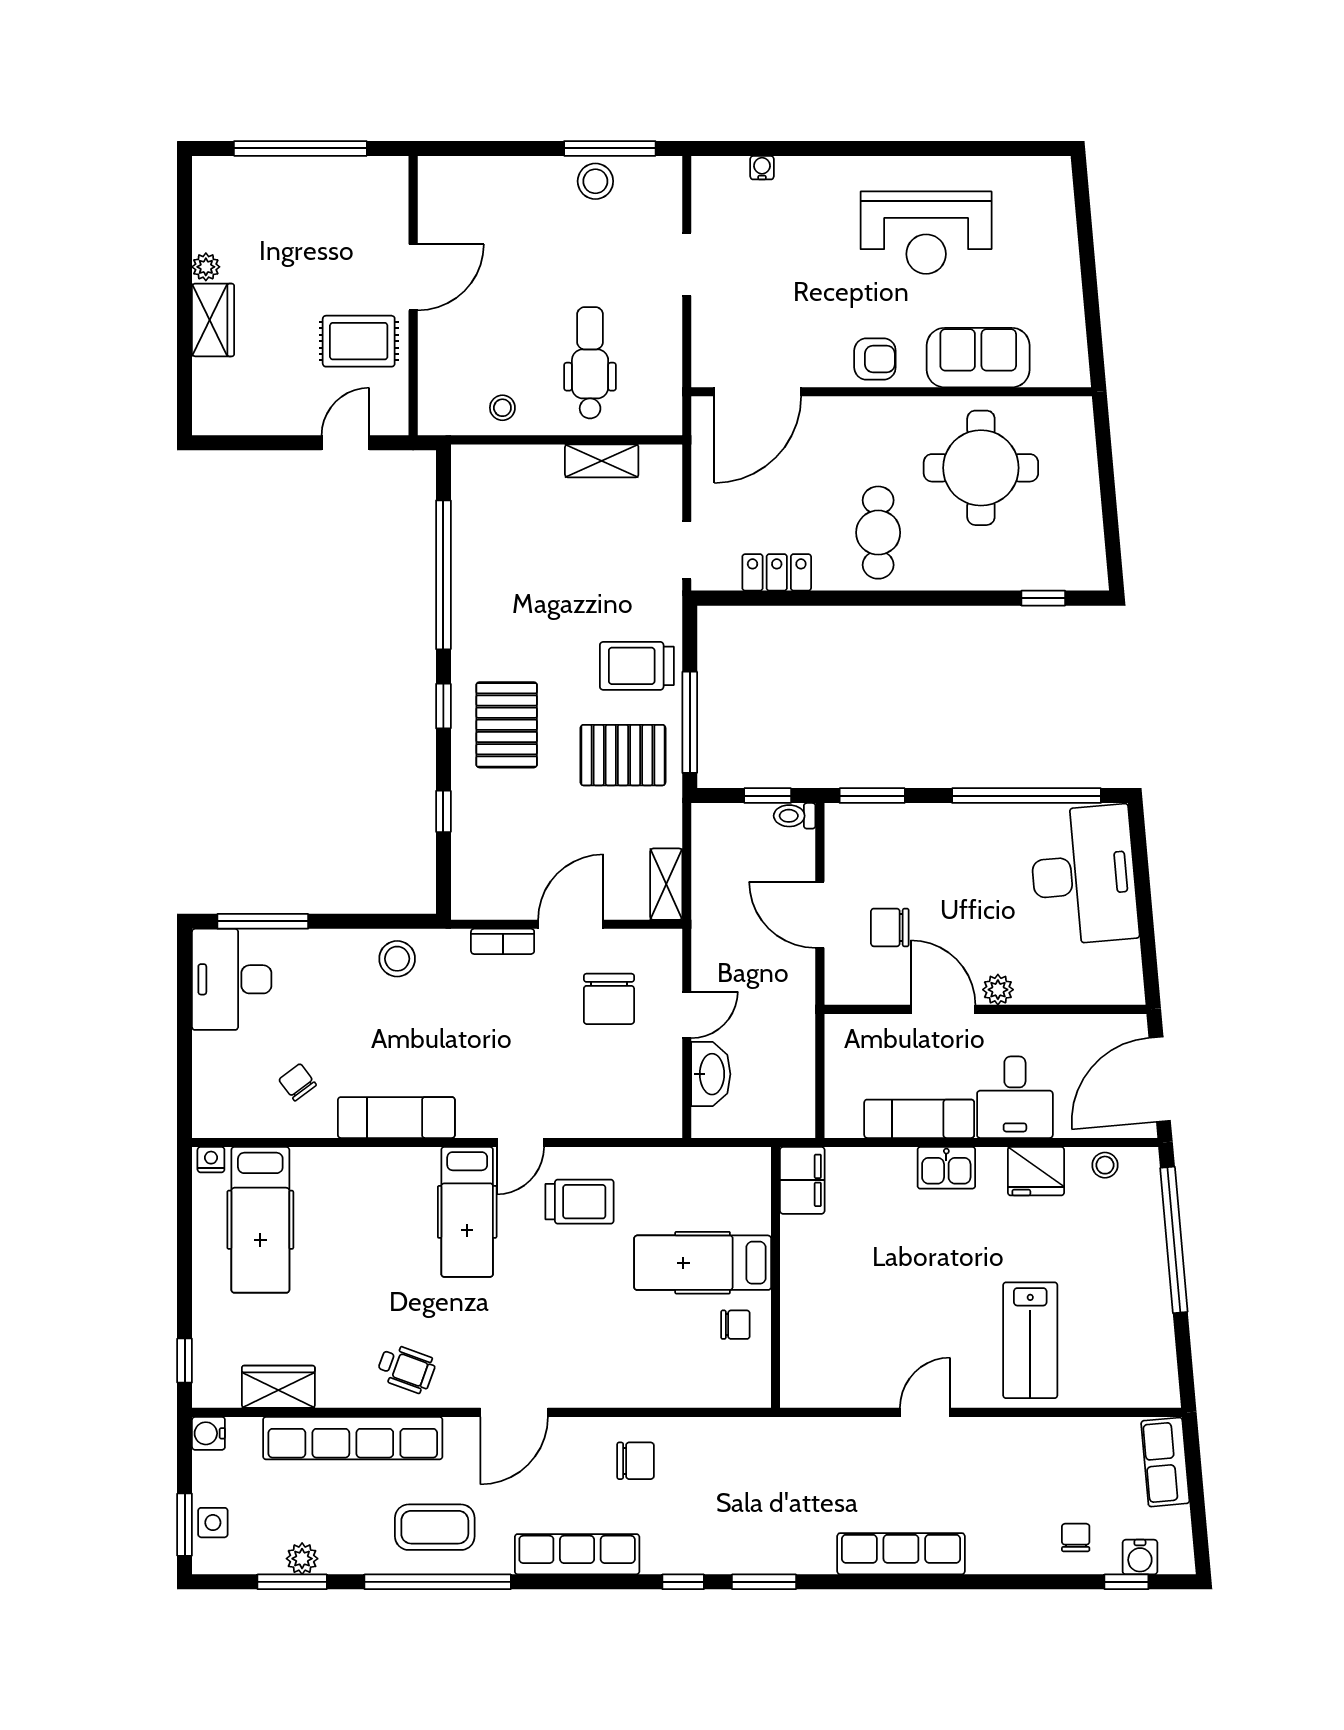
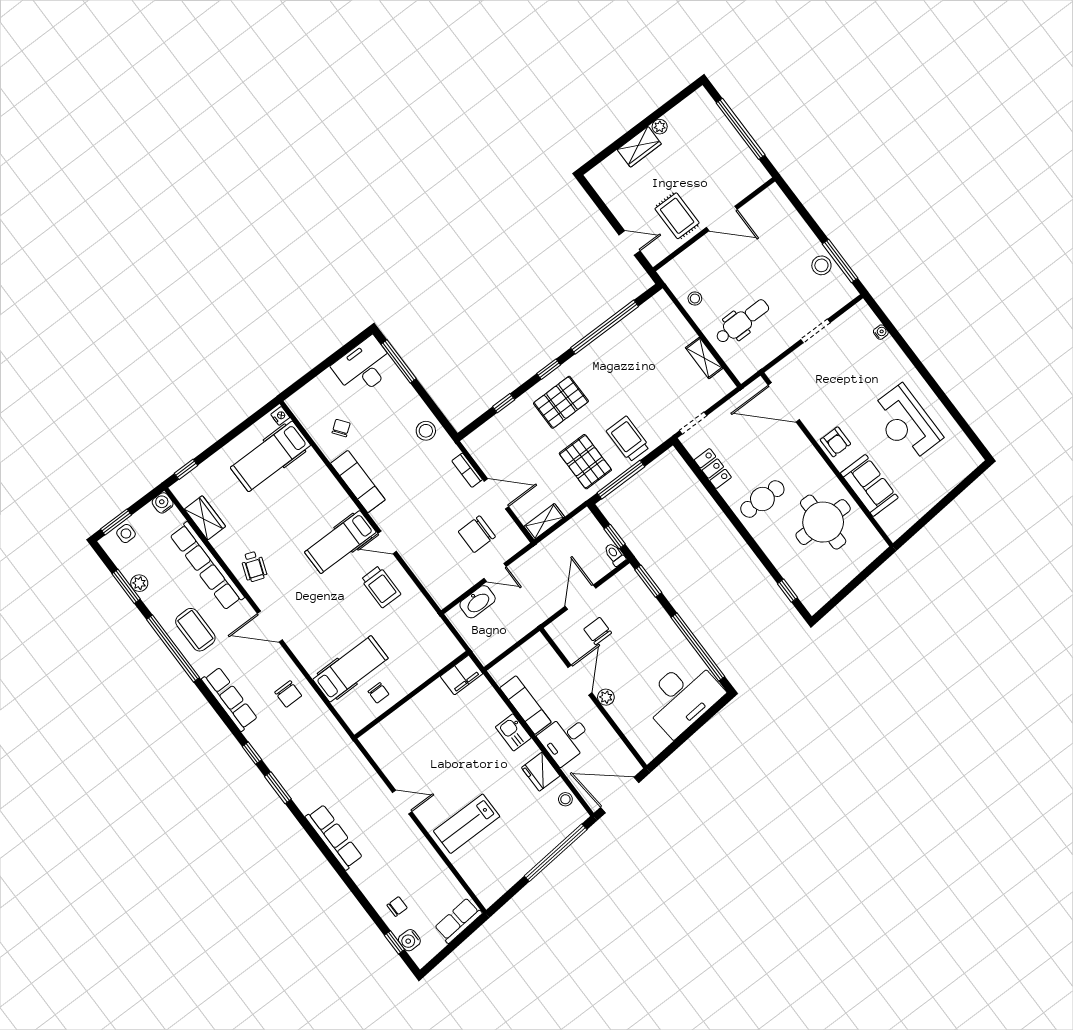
hospital bed: (703, 1263) -> (350, 669), moved, turned 90

